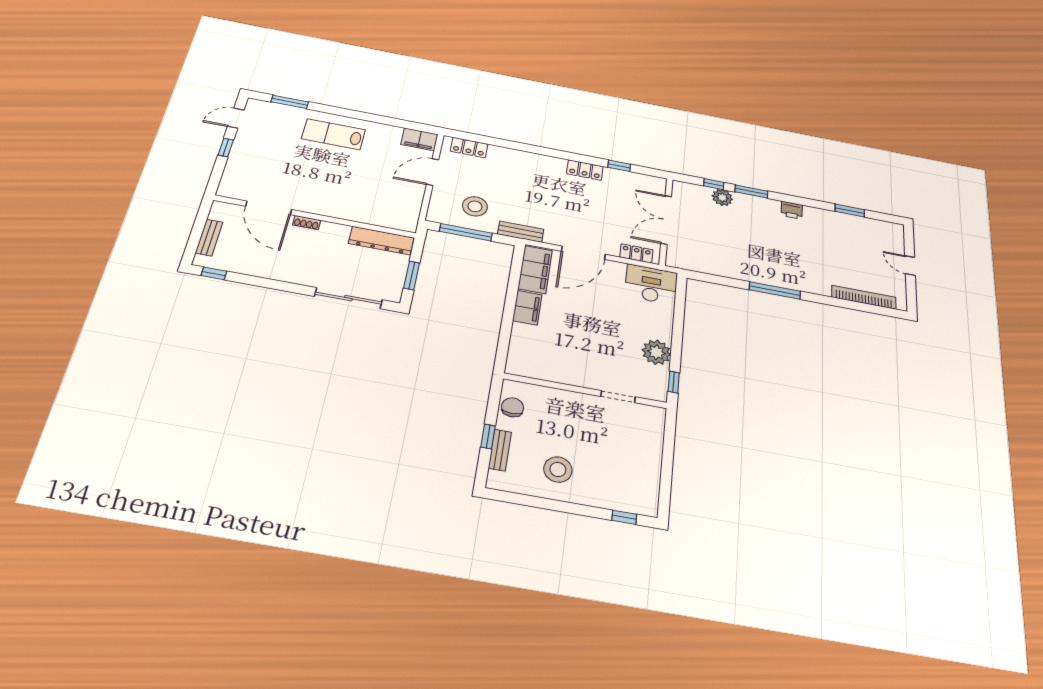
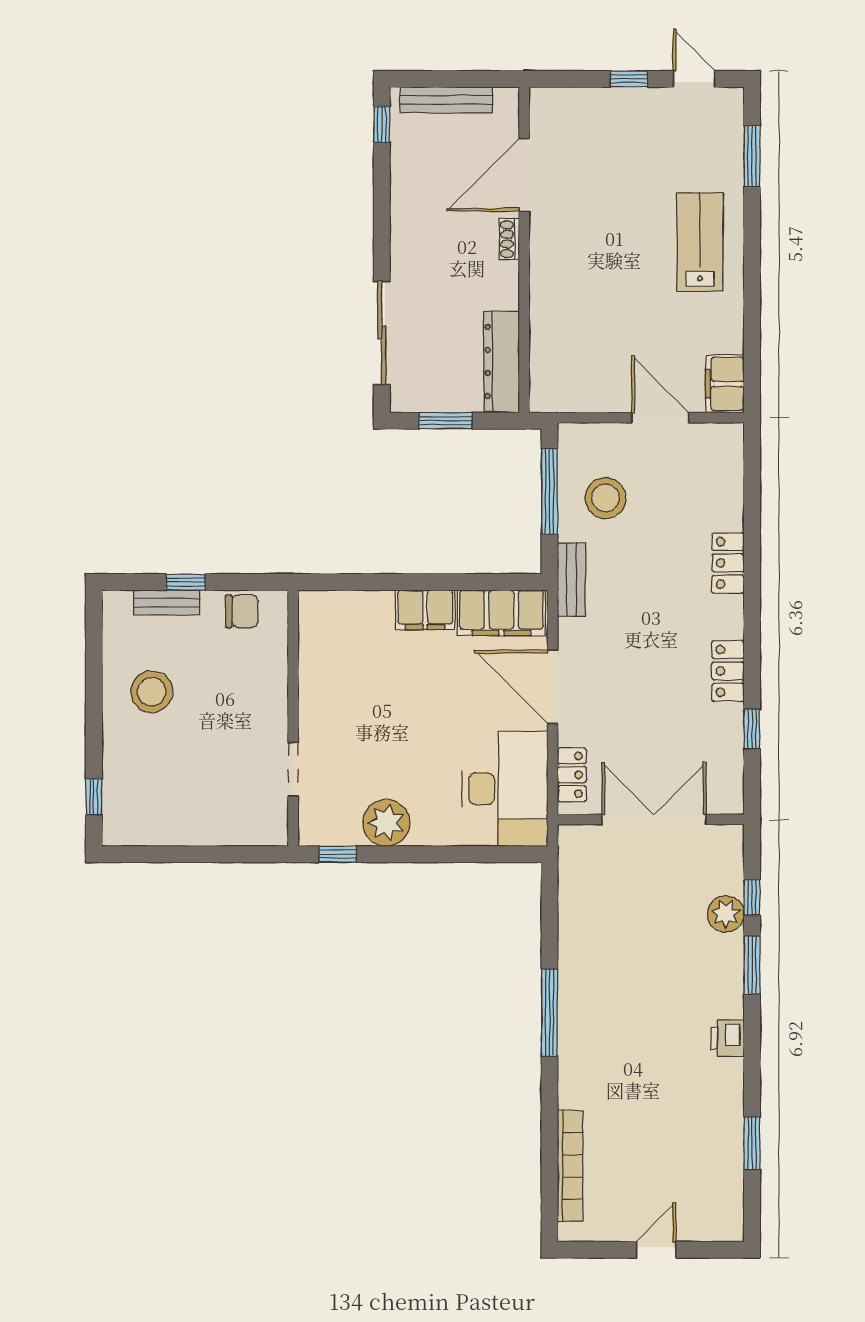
locker: (469, 148) -> (728, 563), moved
bench: (209, 237) -> (446, 100), width x1.36
desk: (651, 284) -> (505, 789), width x1.36, depth x1.30

